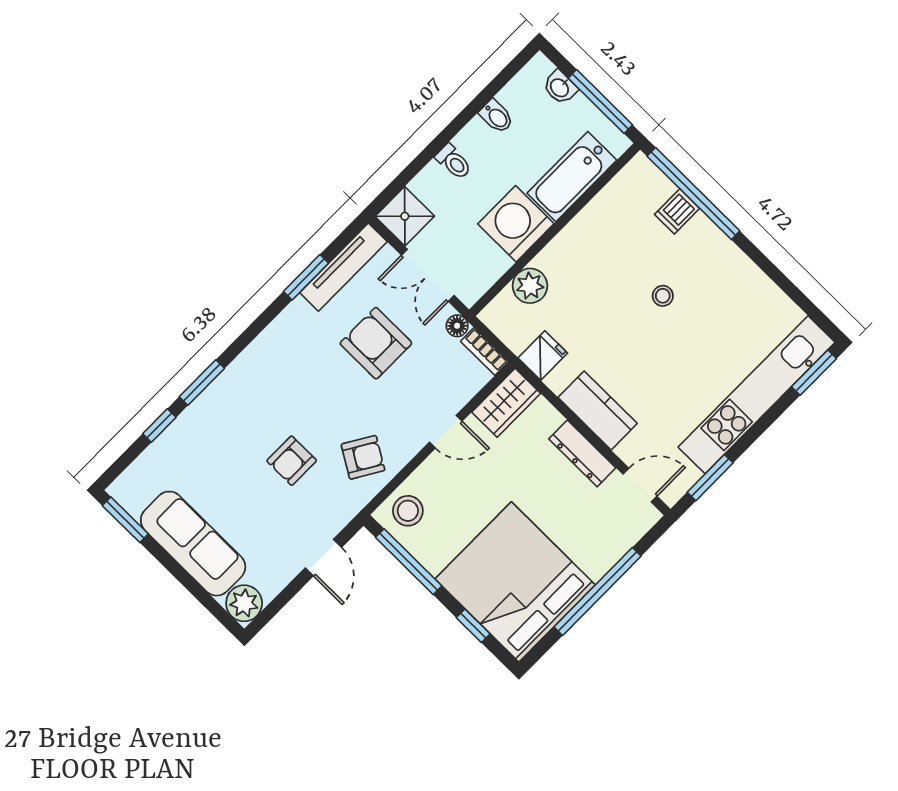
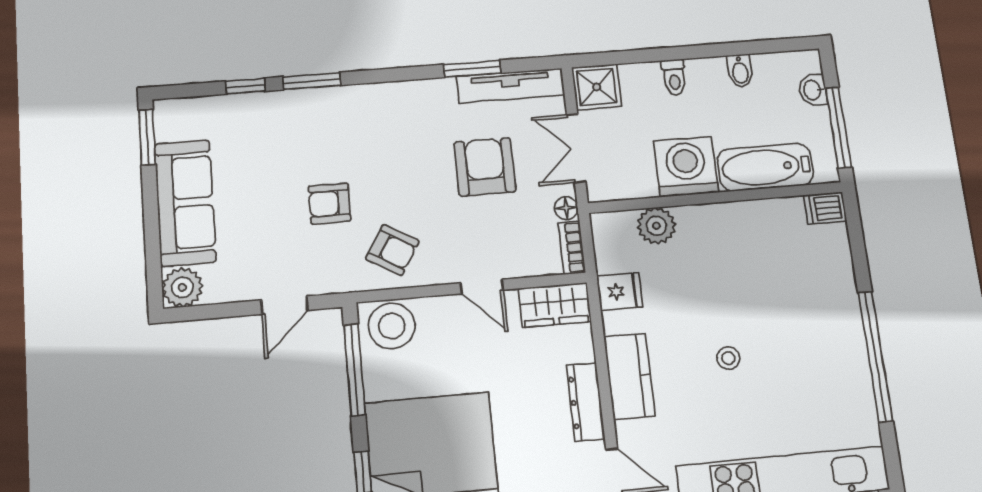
window: (693, 194) -> (875, 356), moved
dishwasher: (677, 211) -> (825, 208), moved
stool: (663, 296) -> (728, 358), moved
stool: (408, 511) -> (392, 326), width x1.38, depth x1.38

